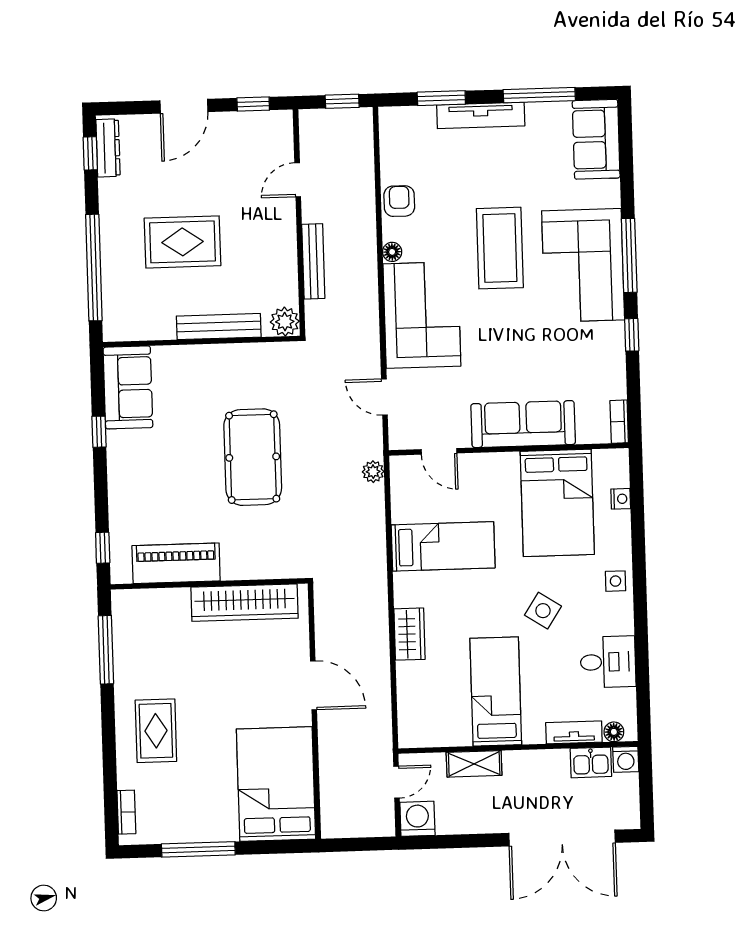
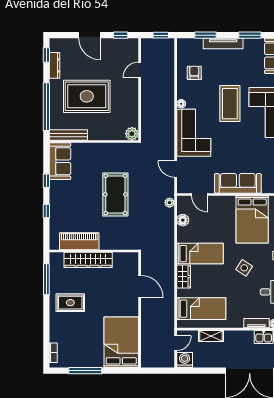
window: (539, 95) -> (250, 35), width x0.69
door: (184, 106) -> (89, 35), hinge flipped
dresser: (108, 148) -> (54, 65), moved
armchair: (399, 201) -> (194, 73), moved
rug: (183, 242) -> (87, 96), width x1.37, depth x1.44
bench: (313, 261) -> (146, 107), removed
bench: (219, 327) -> (68, 135), moved
floor lamp: (404, 509) -> (183, 220), added
bed: (443, 546) -> (200, 254), moved
window: (103, 548) -> (46, 211), moved
wardrobe: (245, 603) -> (88, 260), moved
door: (314, 685) -> (140, 286), moved
bed: (496, 691) -> (201, 309), moved, turned 90
rug: (156, 731) -> (70, 303), moved, turned 90

